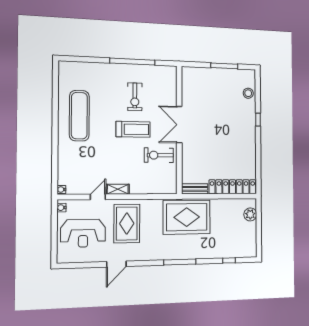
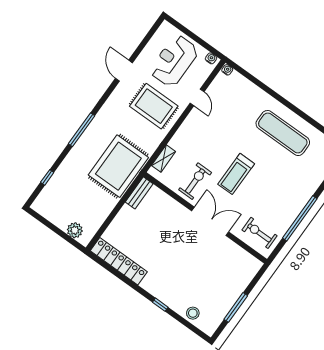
exercise bike: (135, 97) -> (259, 233), moved
locker: (233, 187) -> (119, 261), moved, turned -90
shelving: (118, 189) -> (164, 159), moved

